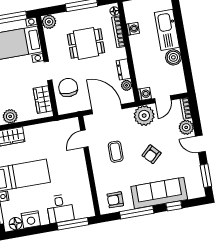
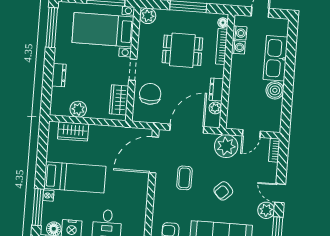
washing machine: (145, 94) -> (240, 33), moved
door: (107, 109) -> (187, 129), hinge flipped
plant: (186, 127) -> (266, 210), moved
door: (84, 139) -> (154, 155), width x1.87

